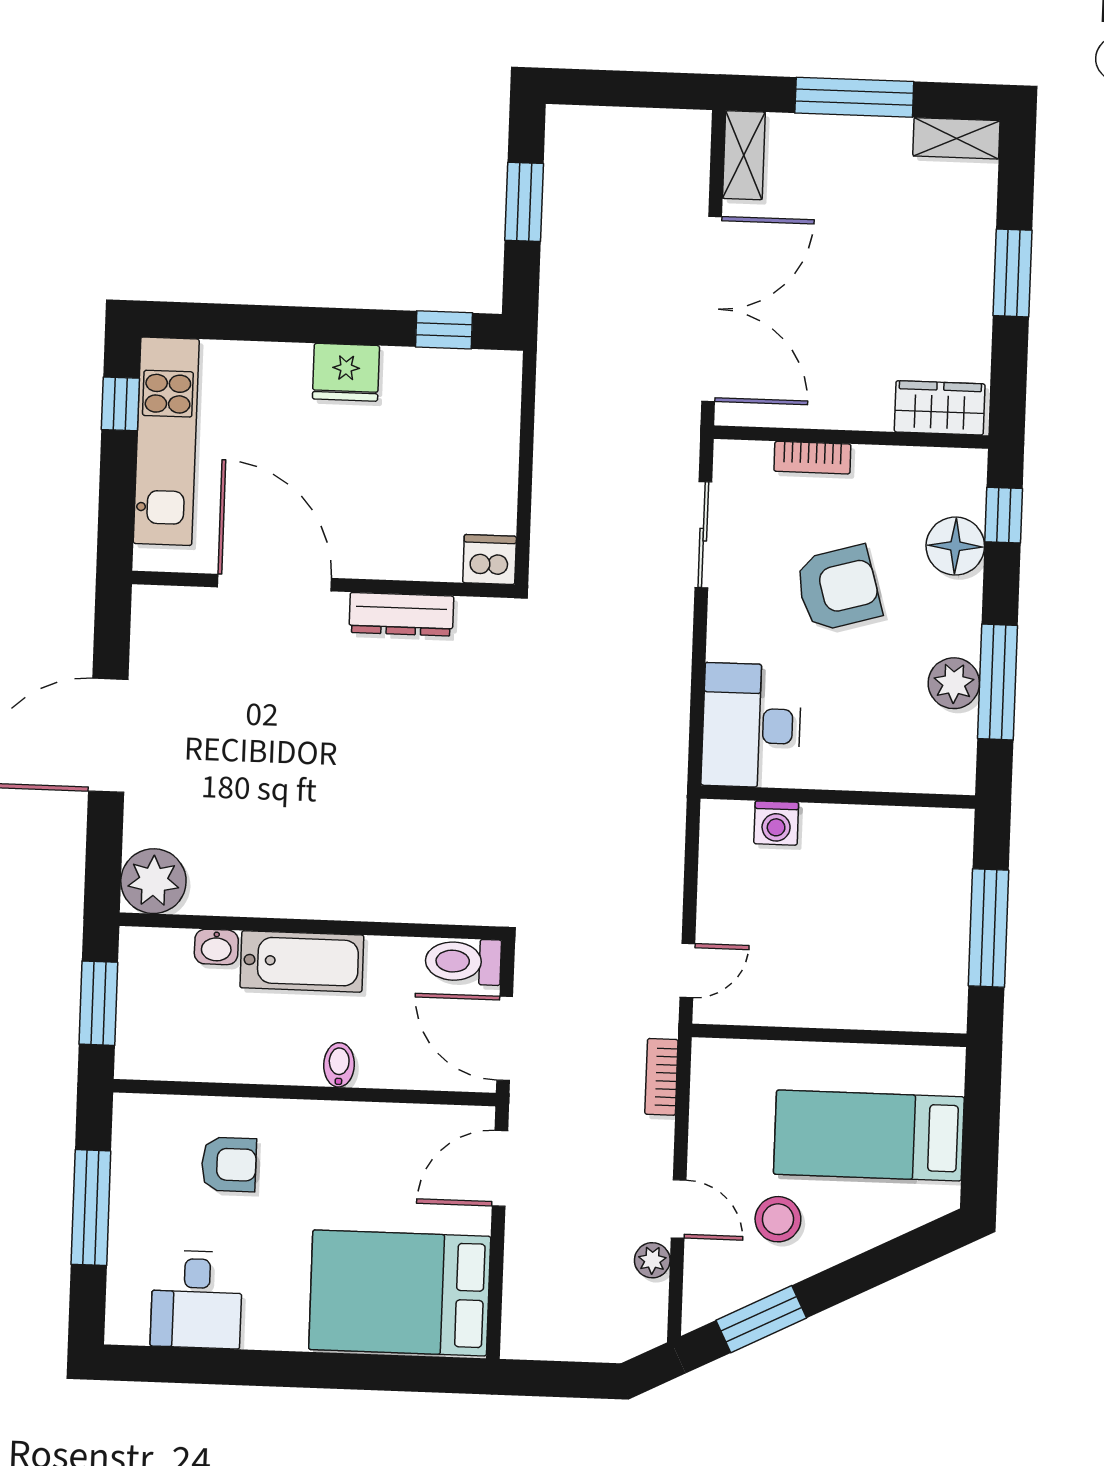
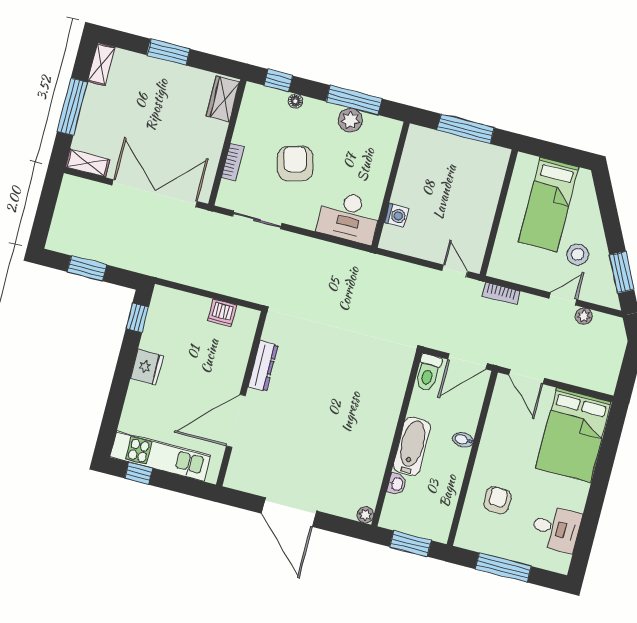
floor lamp: (955, 546) -> (295, 101), width x0.53, depth x0.53
dishwasher: (490, 559) -> (222, 313), moved, turned -90
plant: (153, 881) -> (365, 515), width x0.53, depth x0.53

